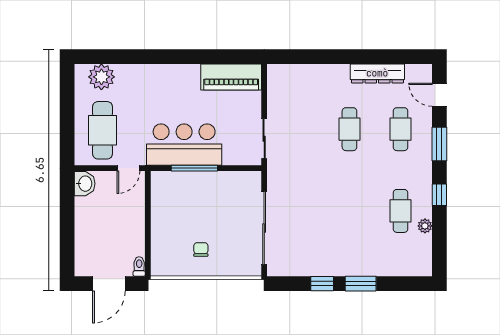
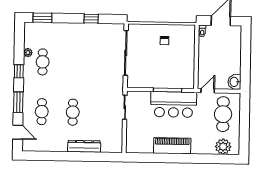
dresser: (377, 73) -> (84, 146), moved
piano: (231, 77) -> (172, 146), moved
window: (361, 284) -> (42, 18), moved

